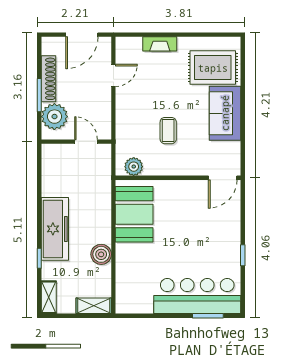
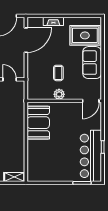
door: (113, 75) -> (26, 40), width x1.87
plant: (134, 167) -> (59, 94), moved
boiler: (101, 254) -> (19, 146), removed
bar counter: (197, 296) -> (91, 156), moved, turned -90

